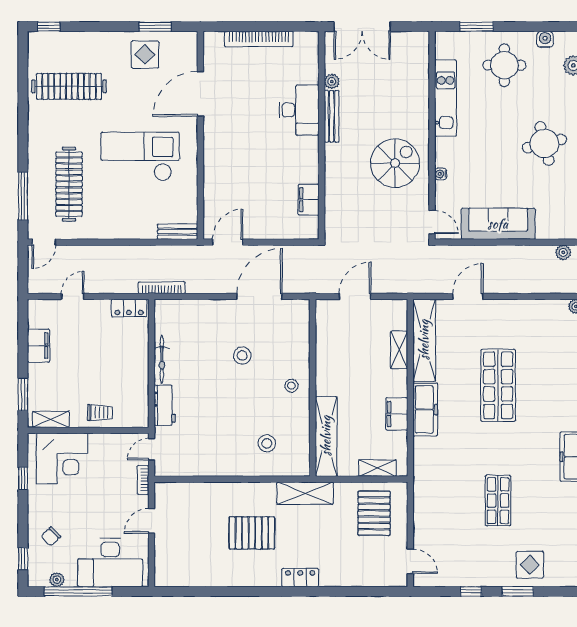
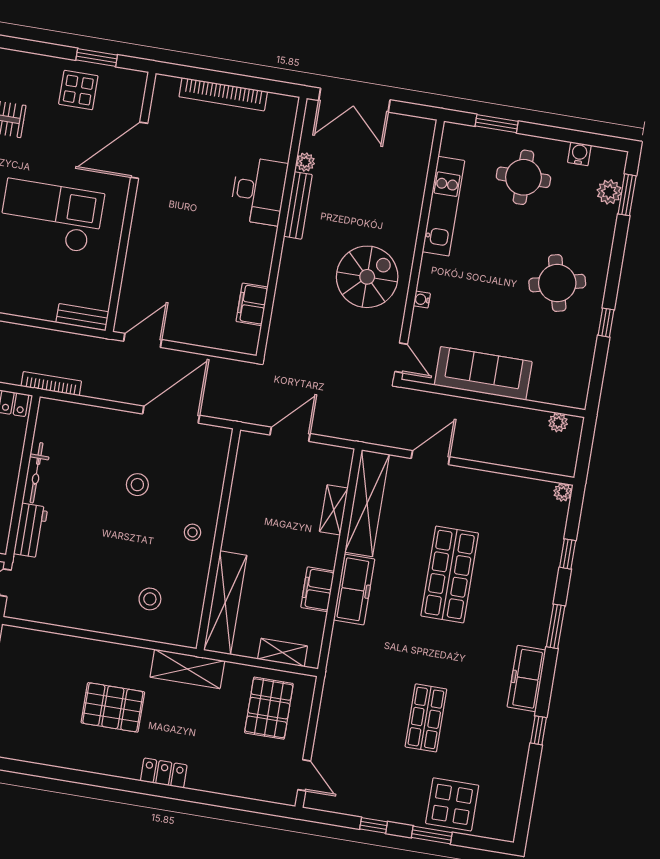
display table: (530, 565) -> (452, 804), width x1.36, depth x1.36

